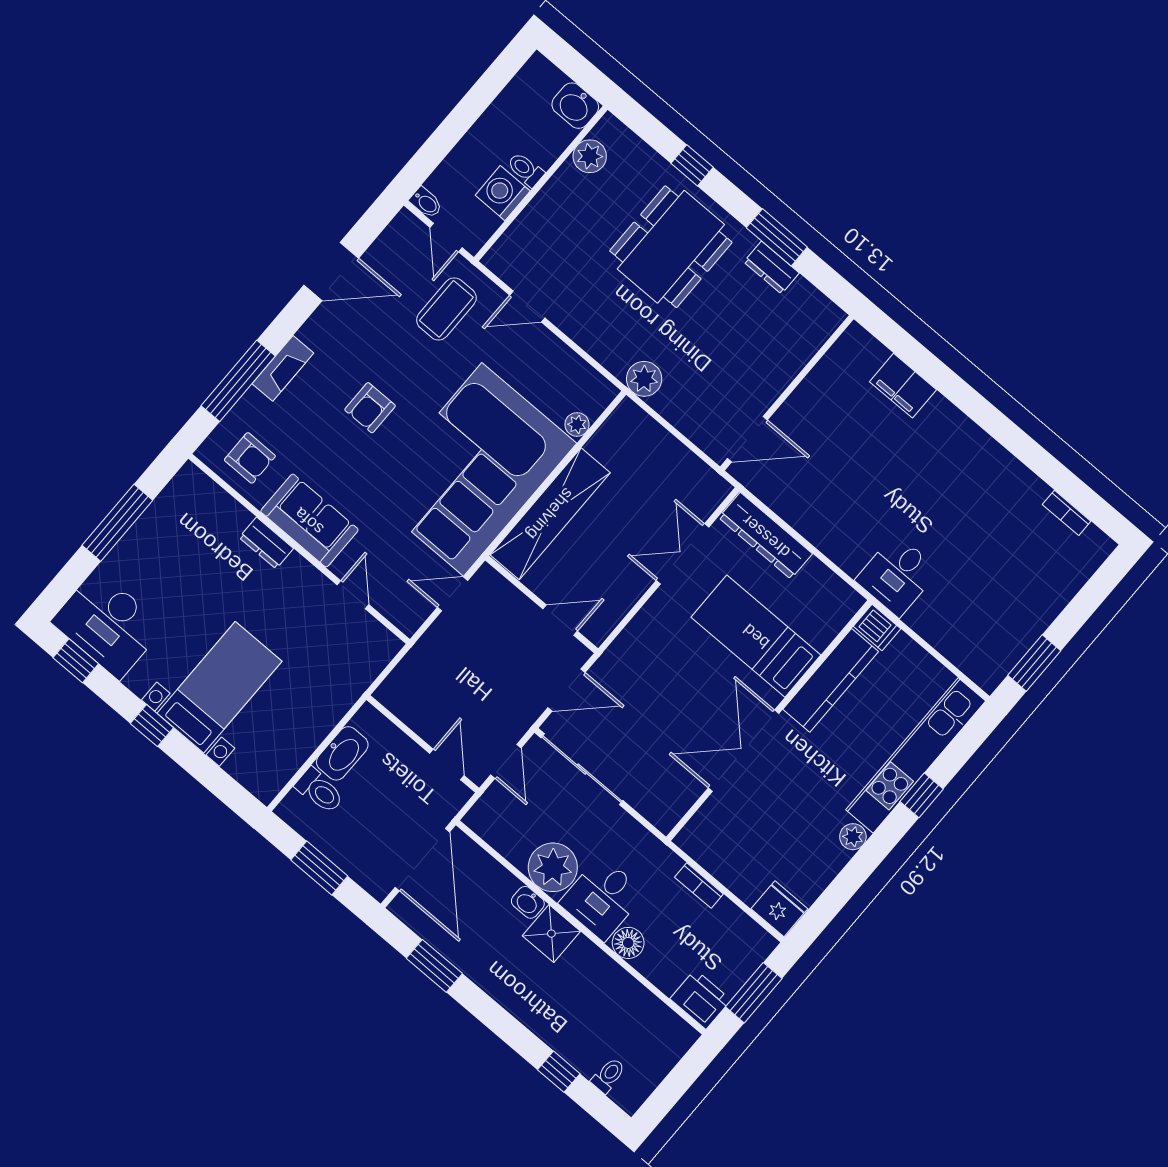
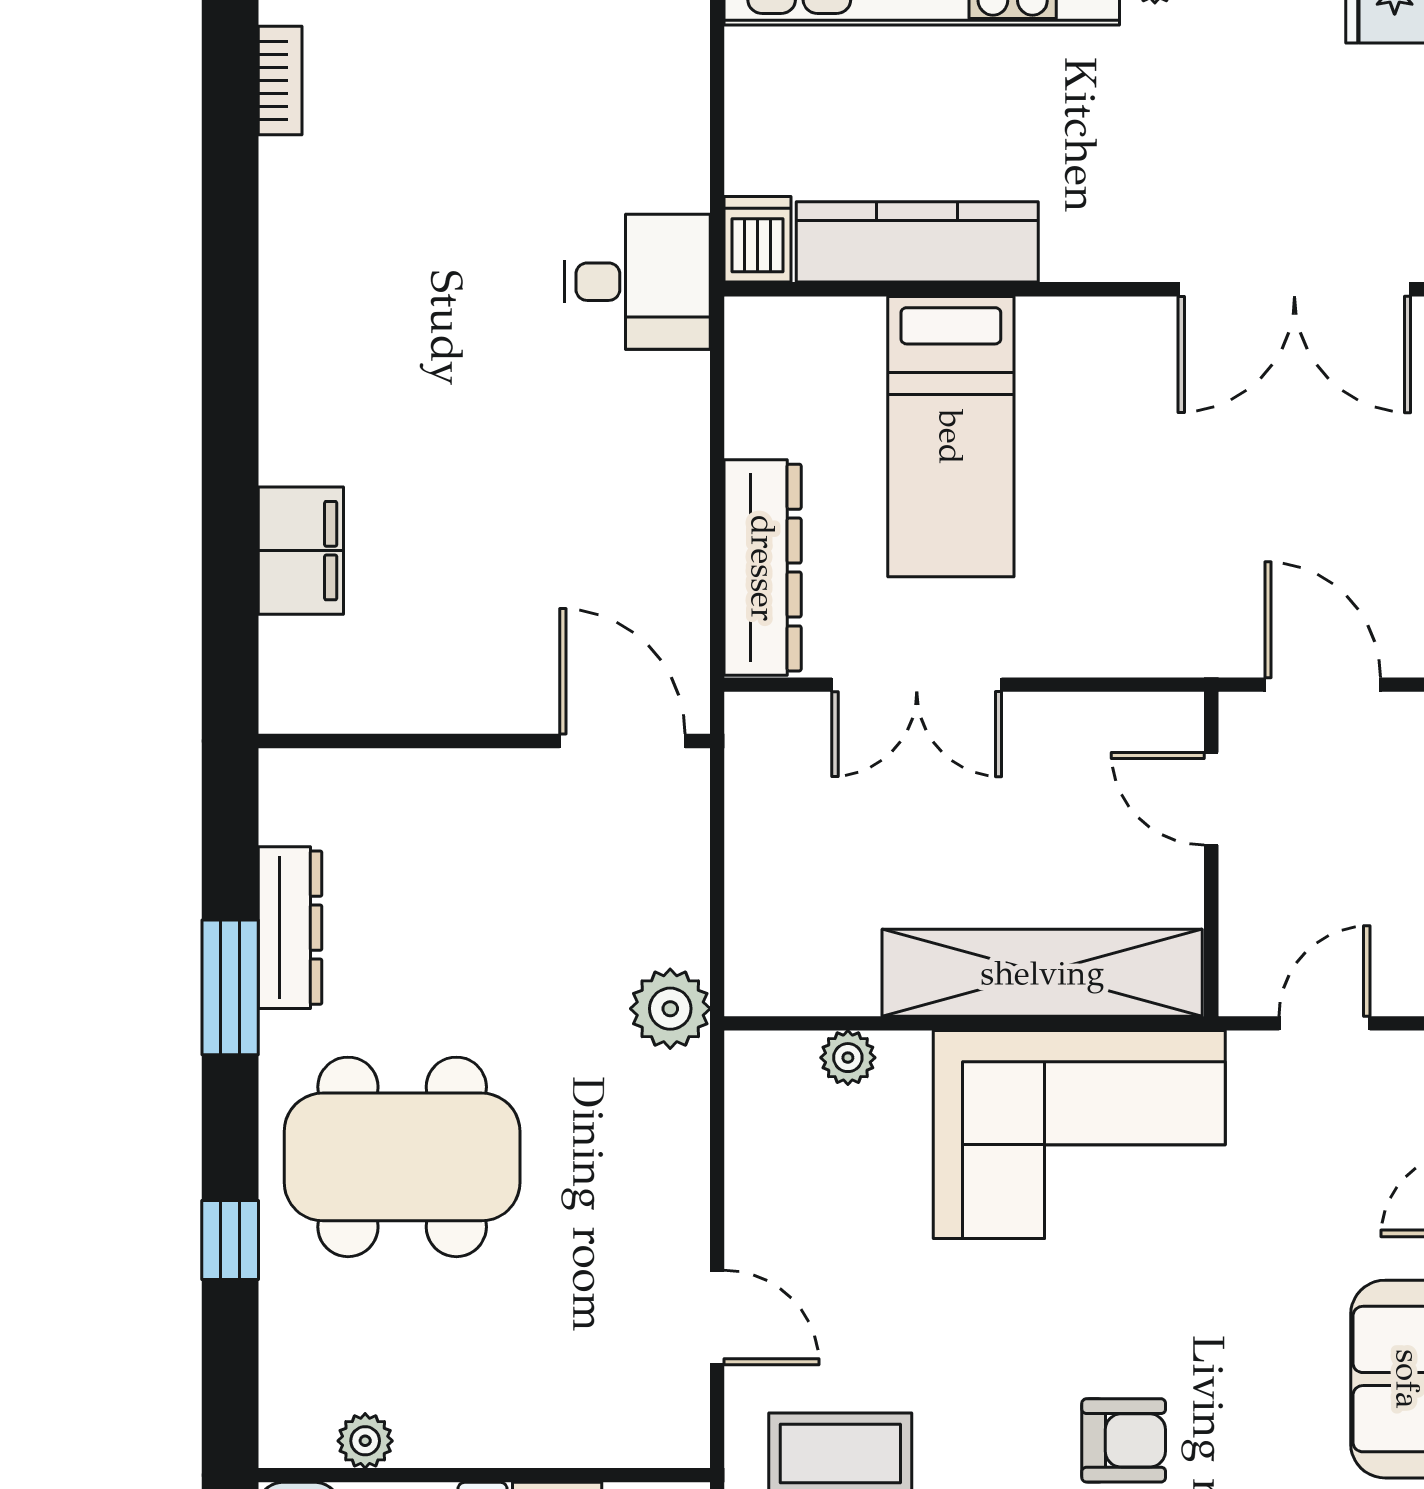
plant: (590, 156) -> (365, 1441), width x0.73, depth x0.73
dresser: (771, 268) -> (290, 928), width x1.44
corner sofa: (473, 469) -> (1079, 1135), width x0.73, depth x0.74
door: (453, 594) -> (1324, 1023), swing flipped
double door: (744, 751) -> (1294, 289), moved

